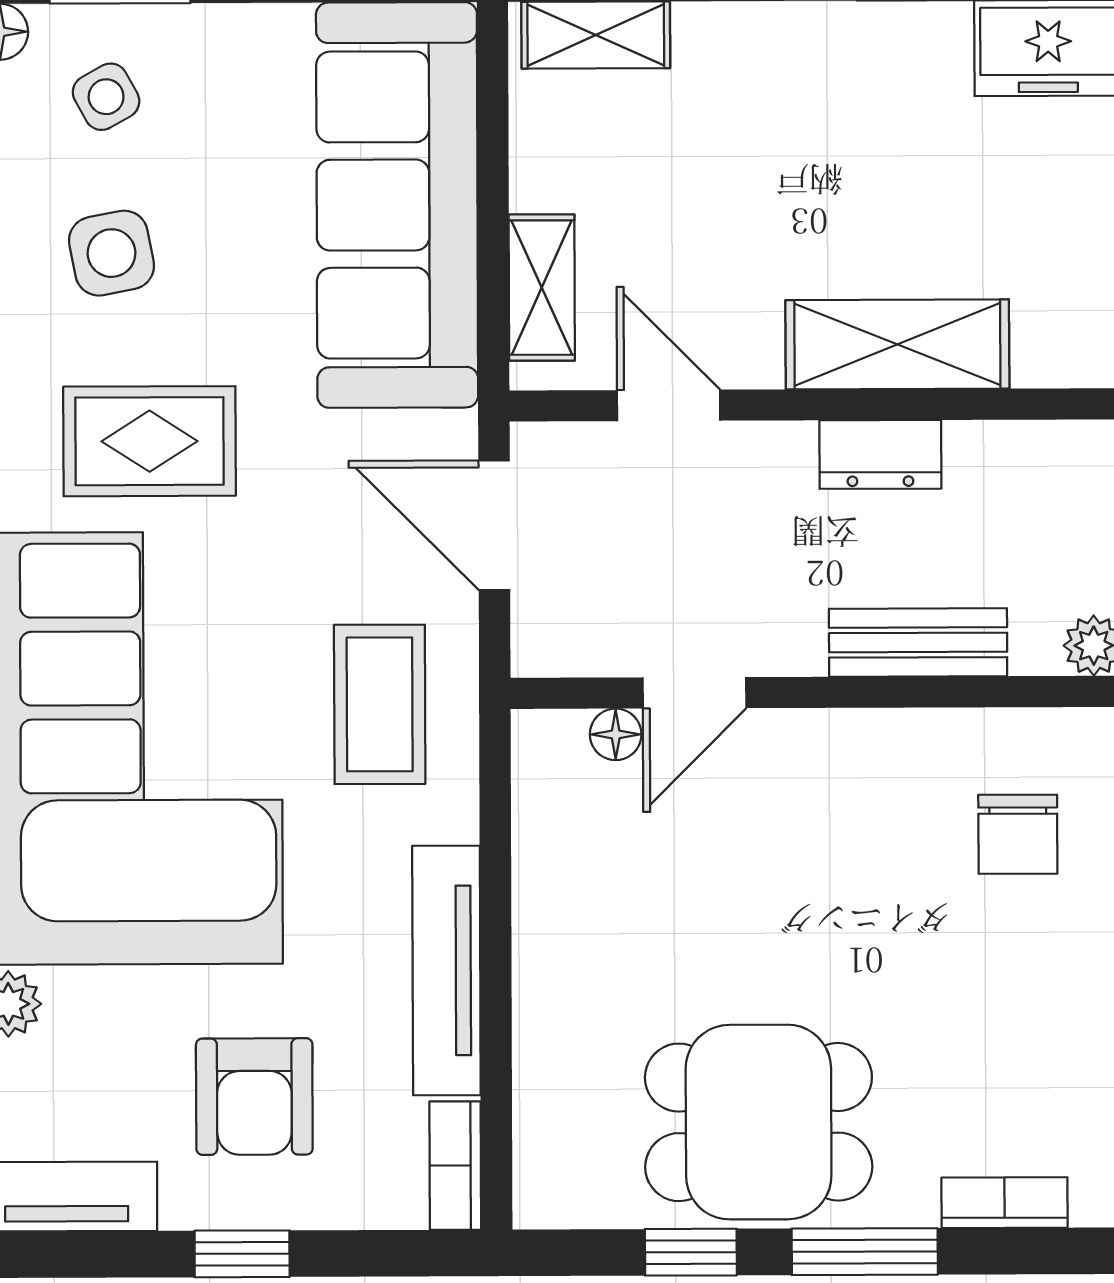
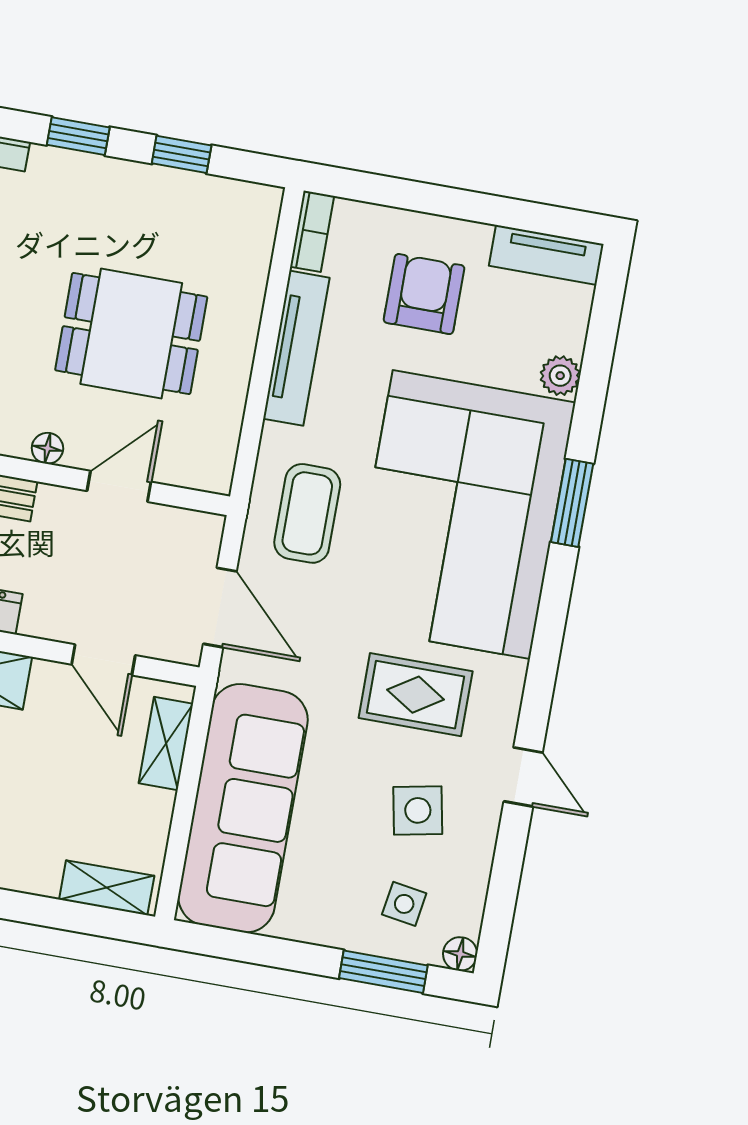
side table: (106, 97) -> (404, 904), turned 38
floor lamp: (616, 734) -> (47, 448), moved
dining table: (759, 1122) -> (131, 334), moved
window: (865, 1252) -> (78, 136), width x0.67
window: (242, 1254) -> (448, 202), removed

